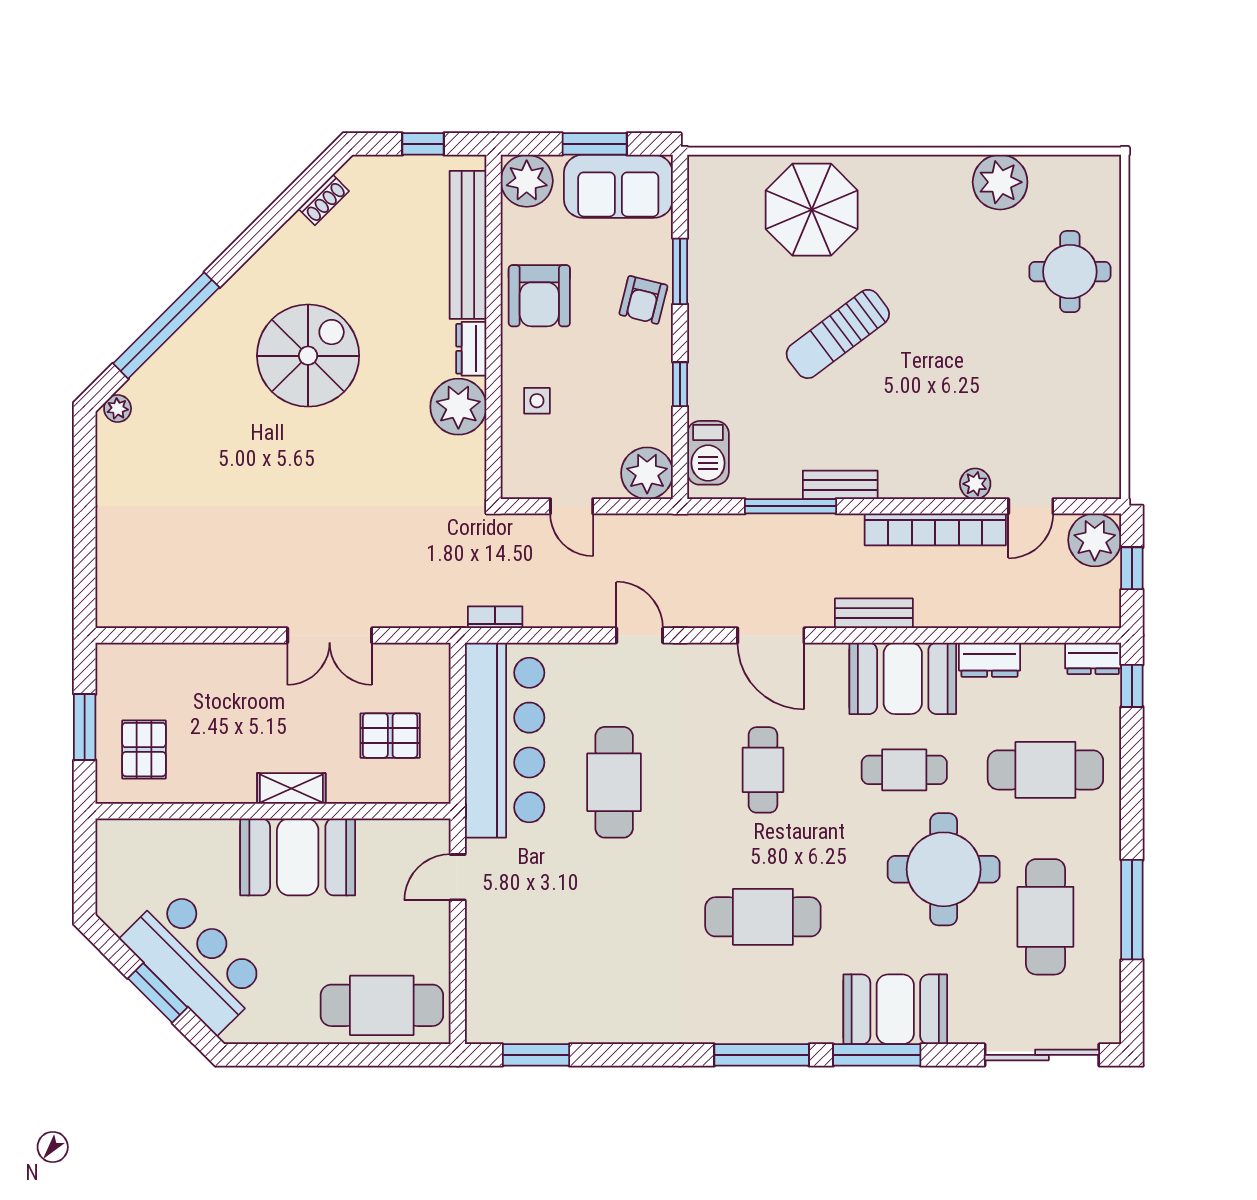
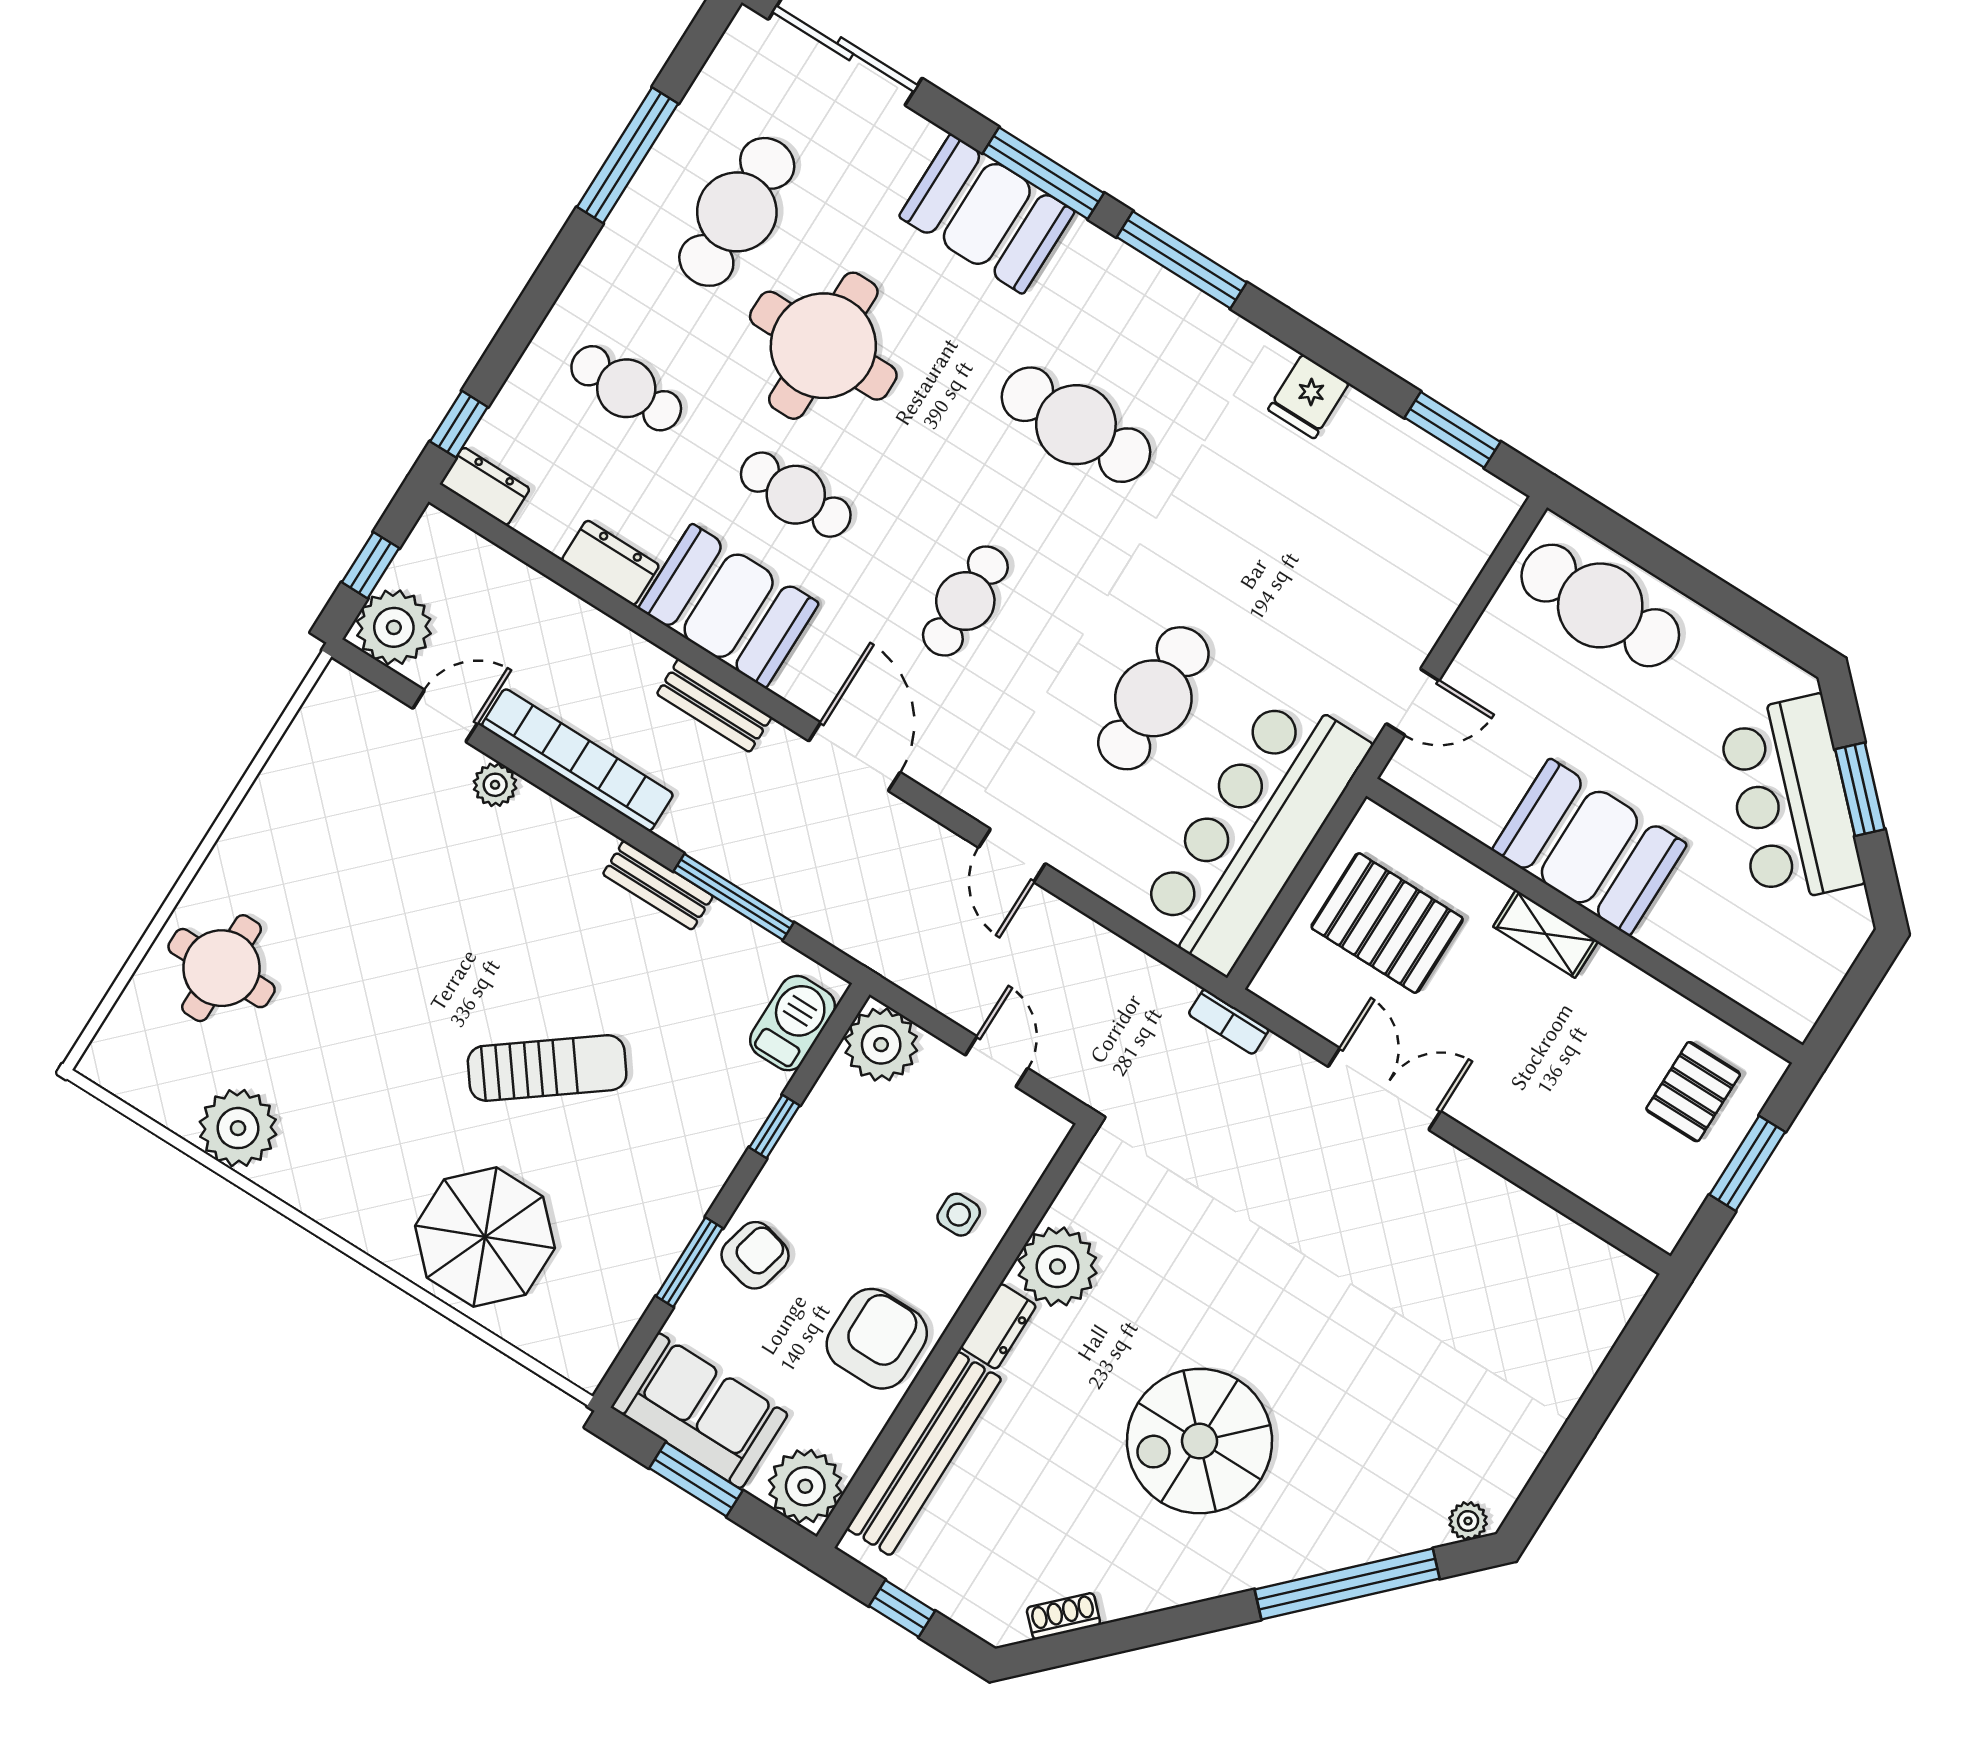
bookcase: (495, 617) -> (1229, 1022), moved
pallet: (390, 736) -> (1387, 923), width x1.50, depth x1.42
cafe table: (1045, 770) -> (626, 388), width x0.73, depth x0.74
fridge: (635, 1021) -> (1308, 396), added

